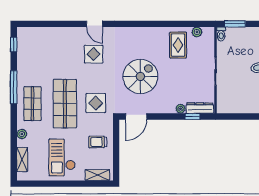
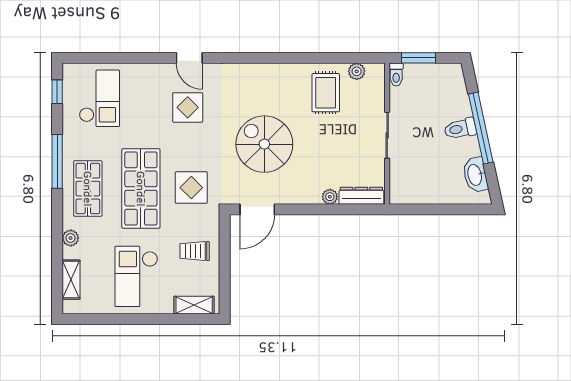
checkout: (40, 48) -> (99, 98), added
spiral stairs: (140, 76) -> (264, 144), turned -90
window: (192, 116) -> (349, 209), removed

